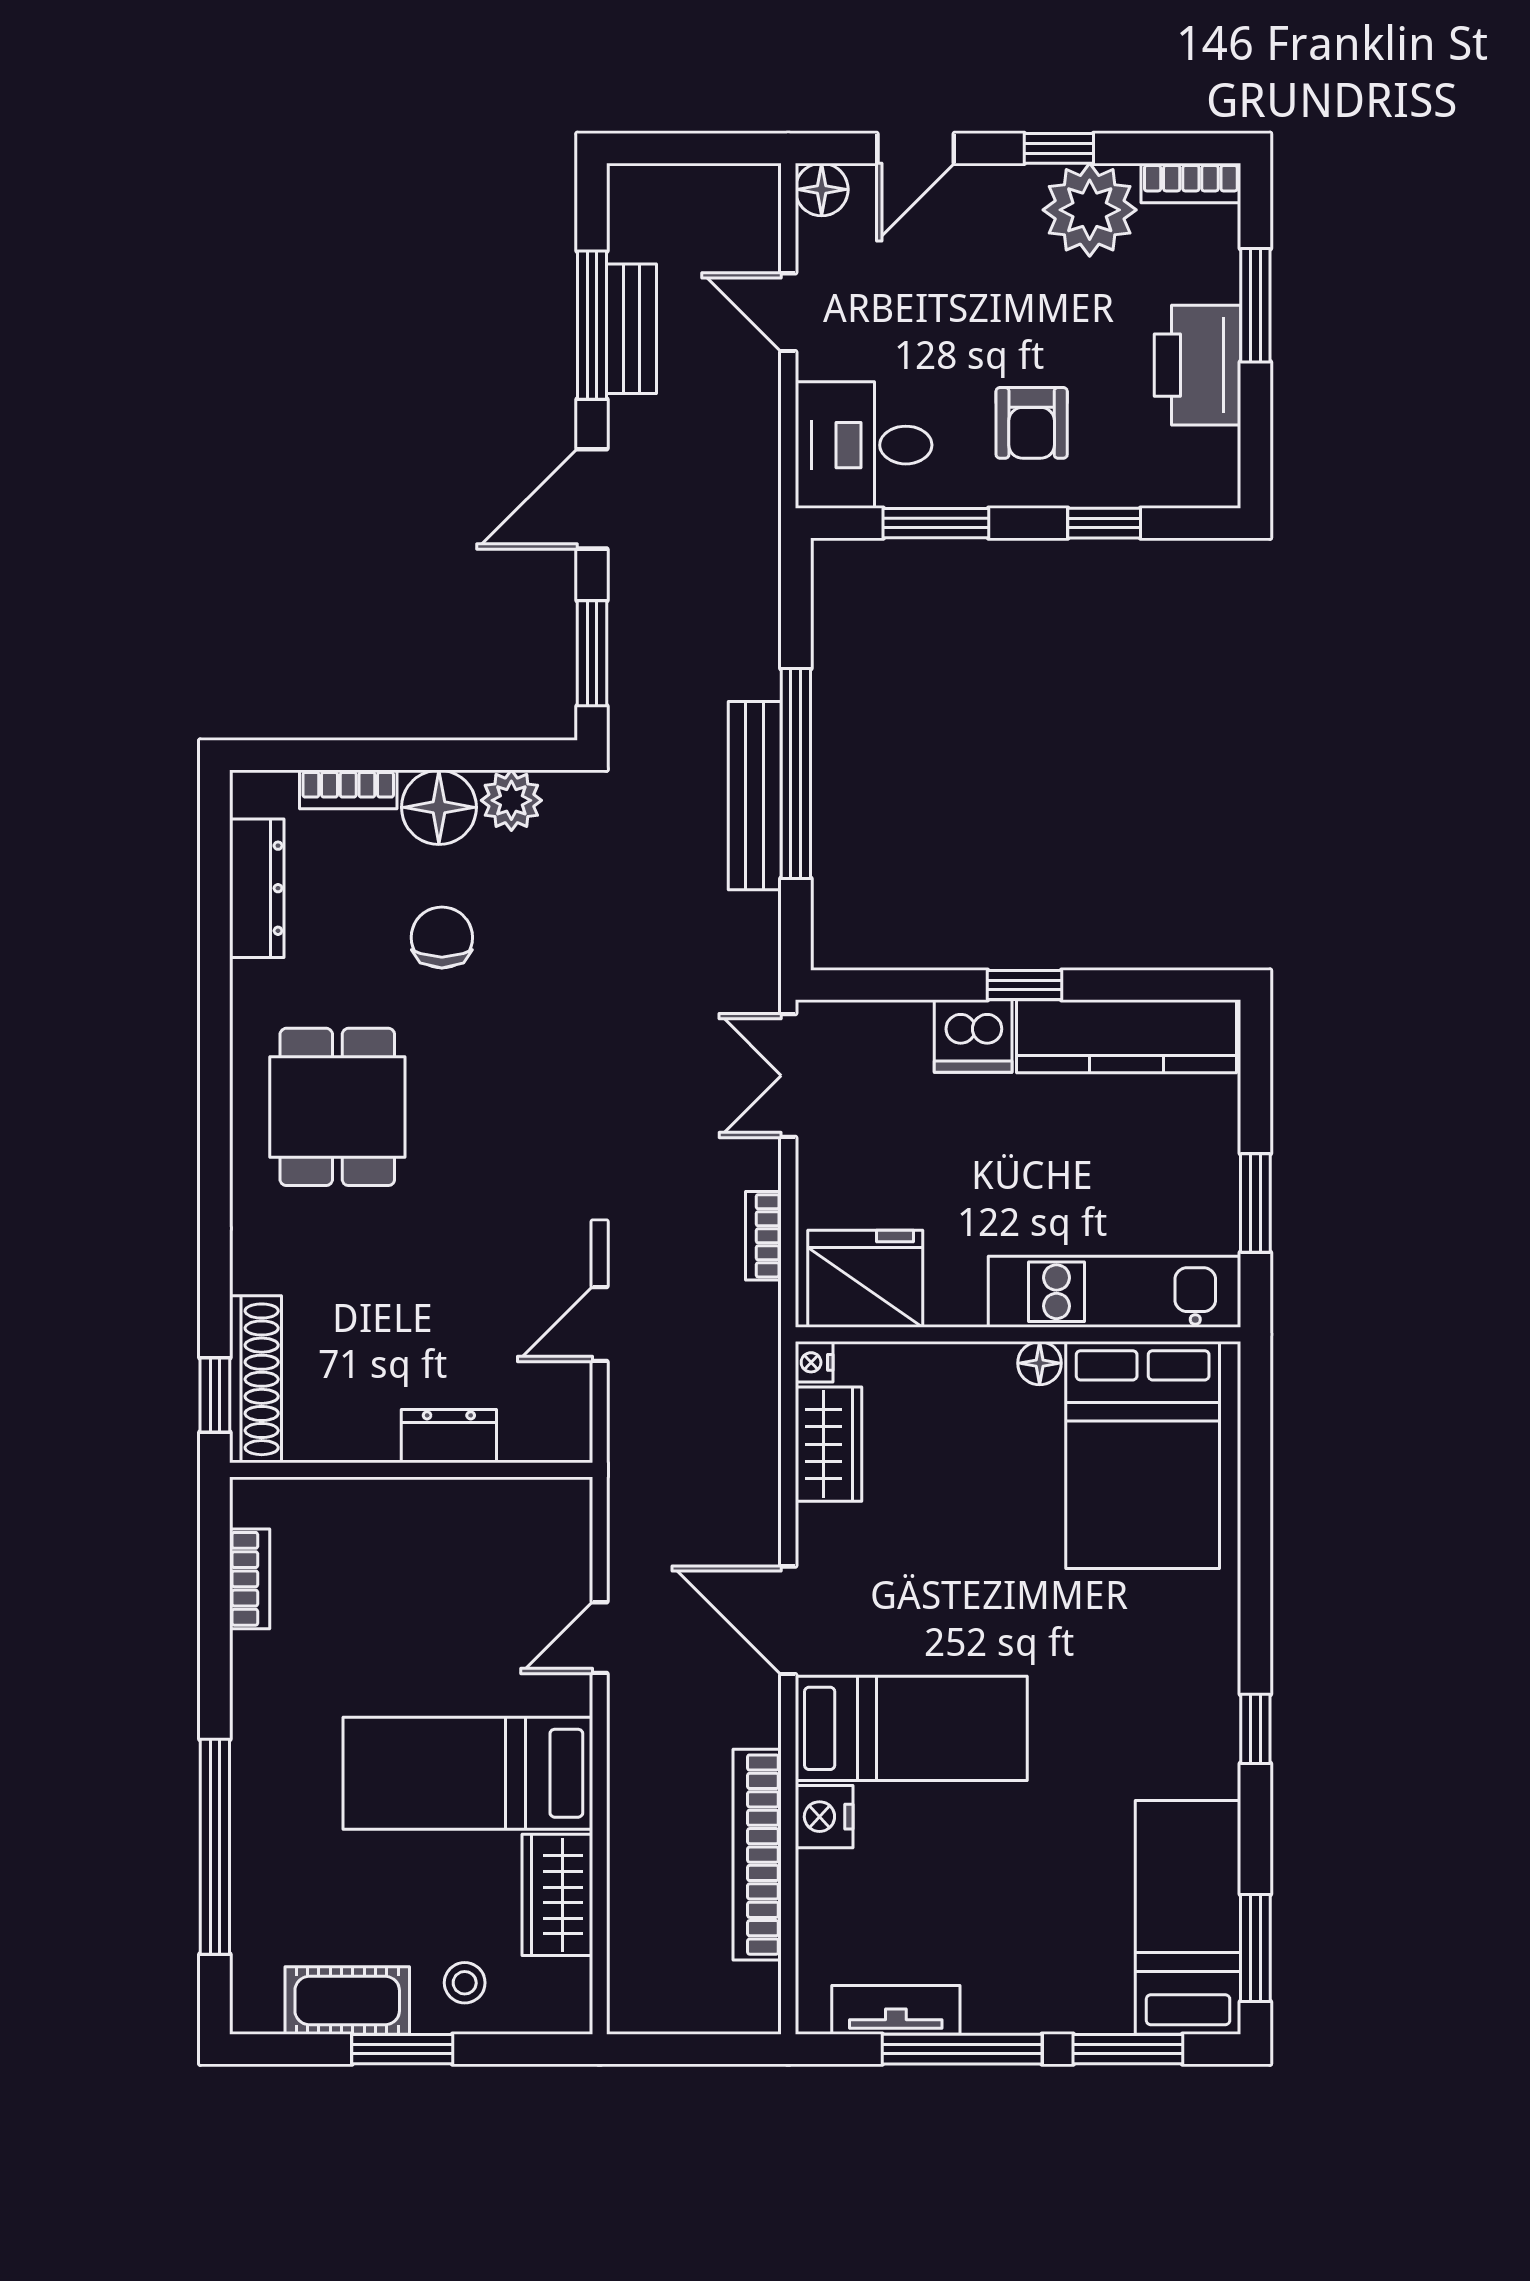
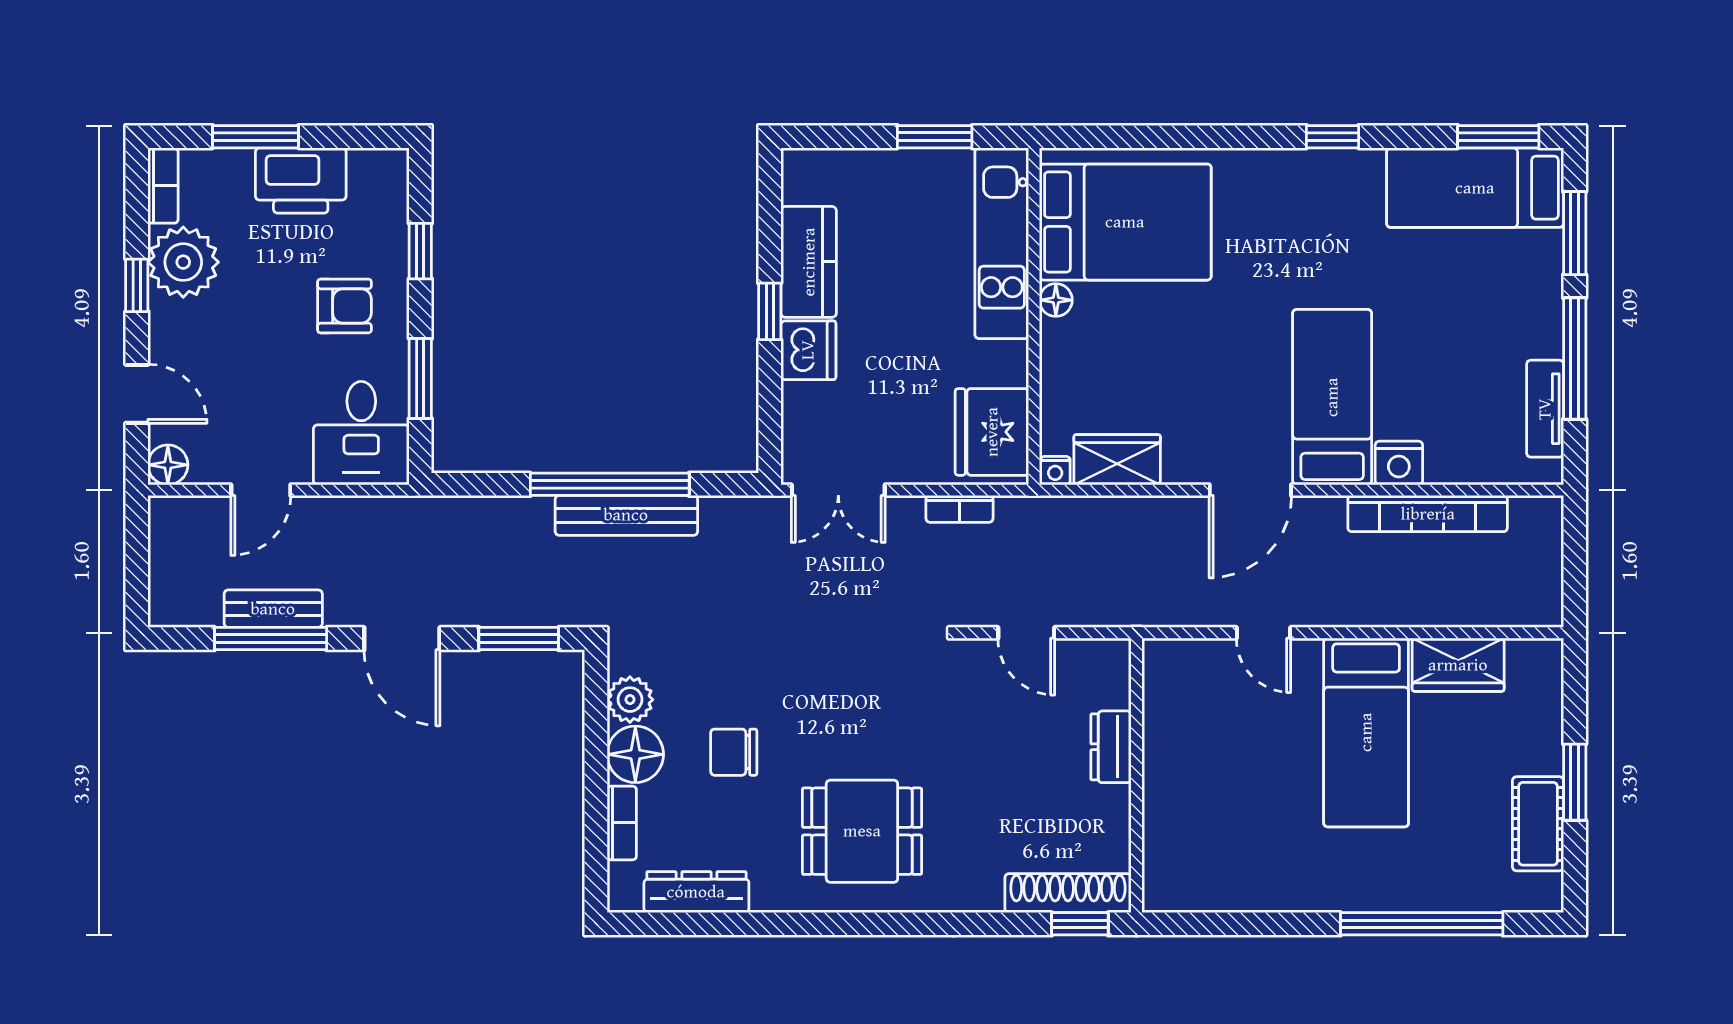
kitchen counter: (1127, 1036) -> (809, 262), width x0.67
bookcase: (250, 1579) -> (1219, 898), removed
stool: (465, 1983) -> (1525, 735), removed

